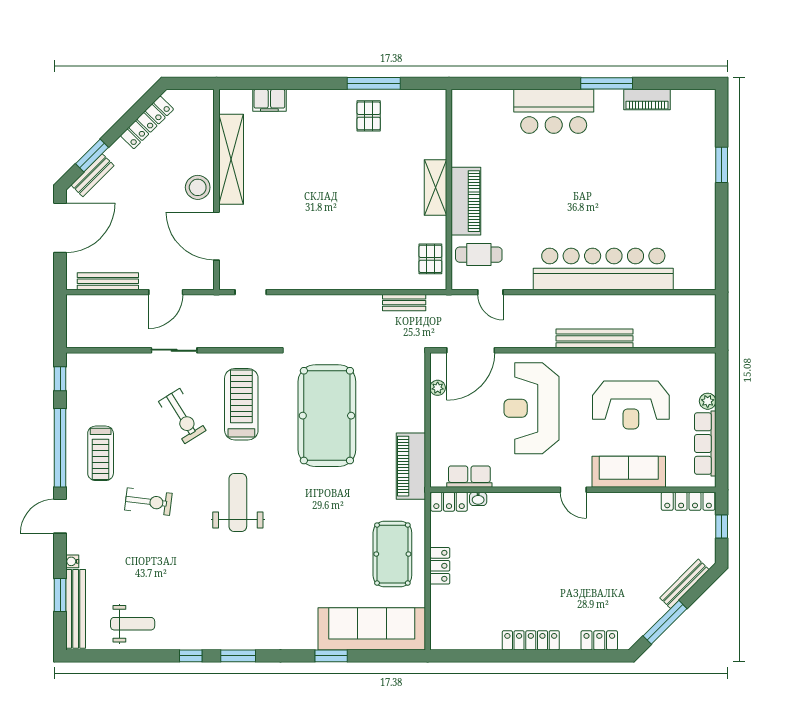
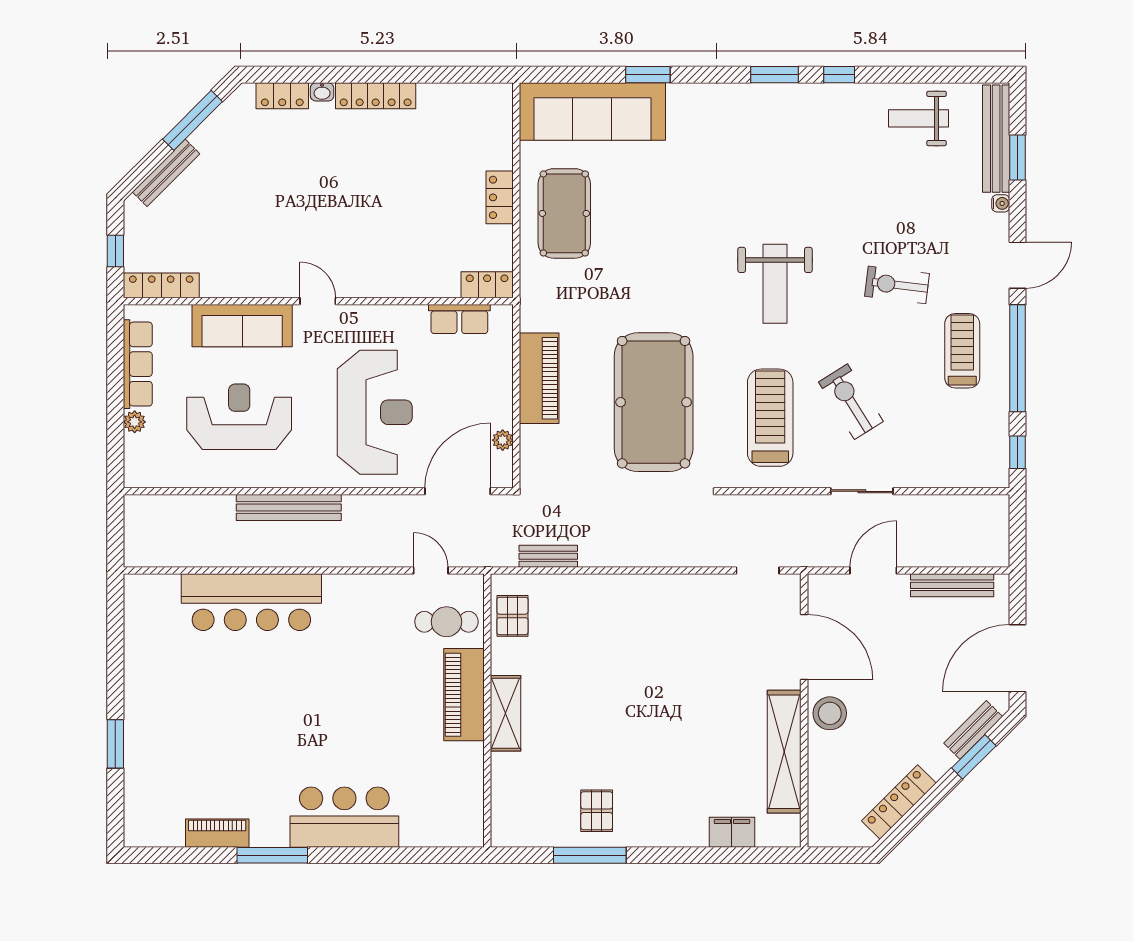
bar counter: (603, 269) -> (251, 602), width x0.73
treadmill: (241, 404) -> (770, 418), turned 180
piano: (411, 466) -> (539, 378), moved
washbasin: (478, 499) -> (322, 92), moved, turned 180

